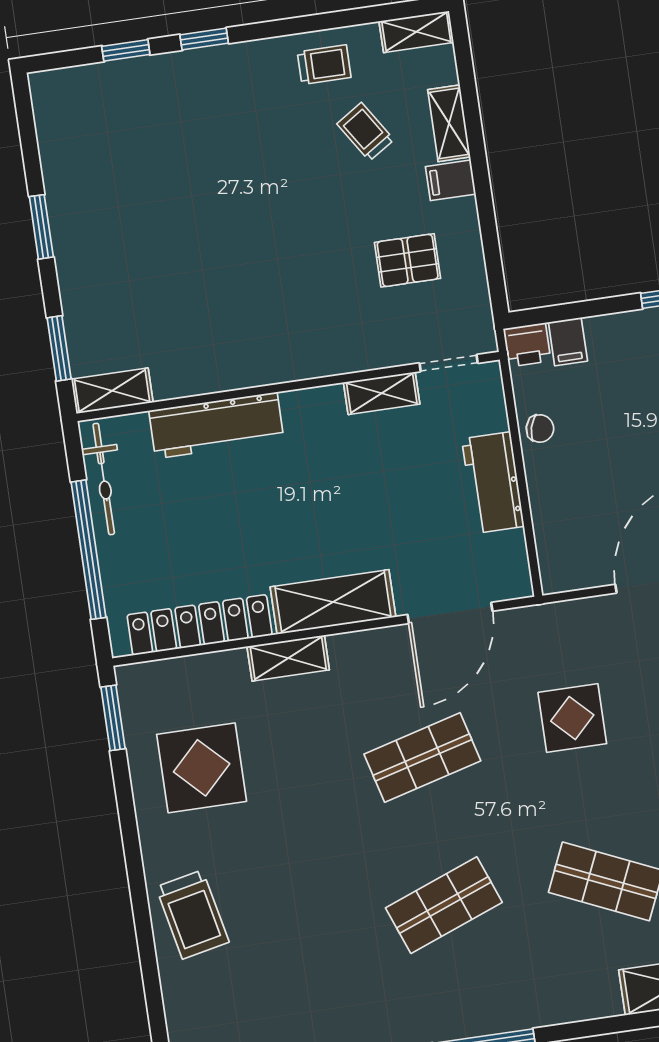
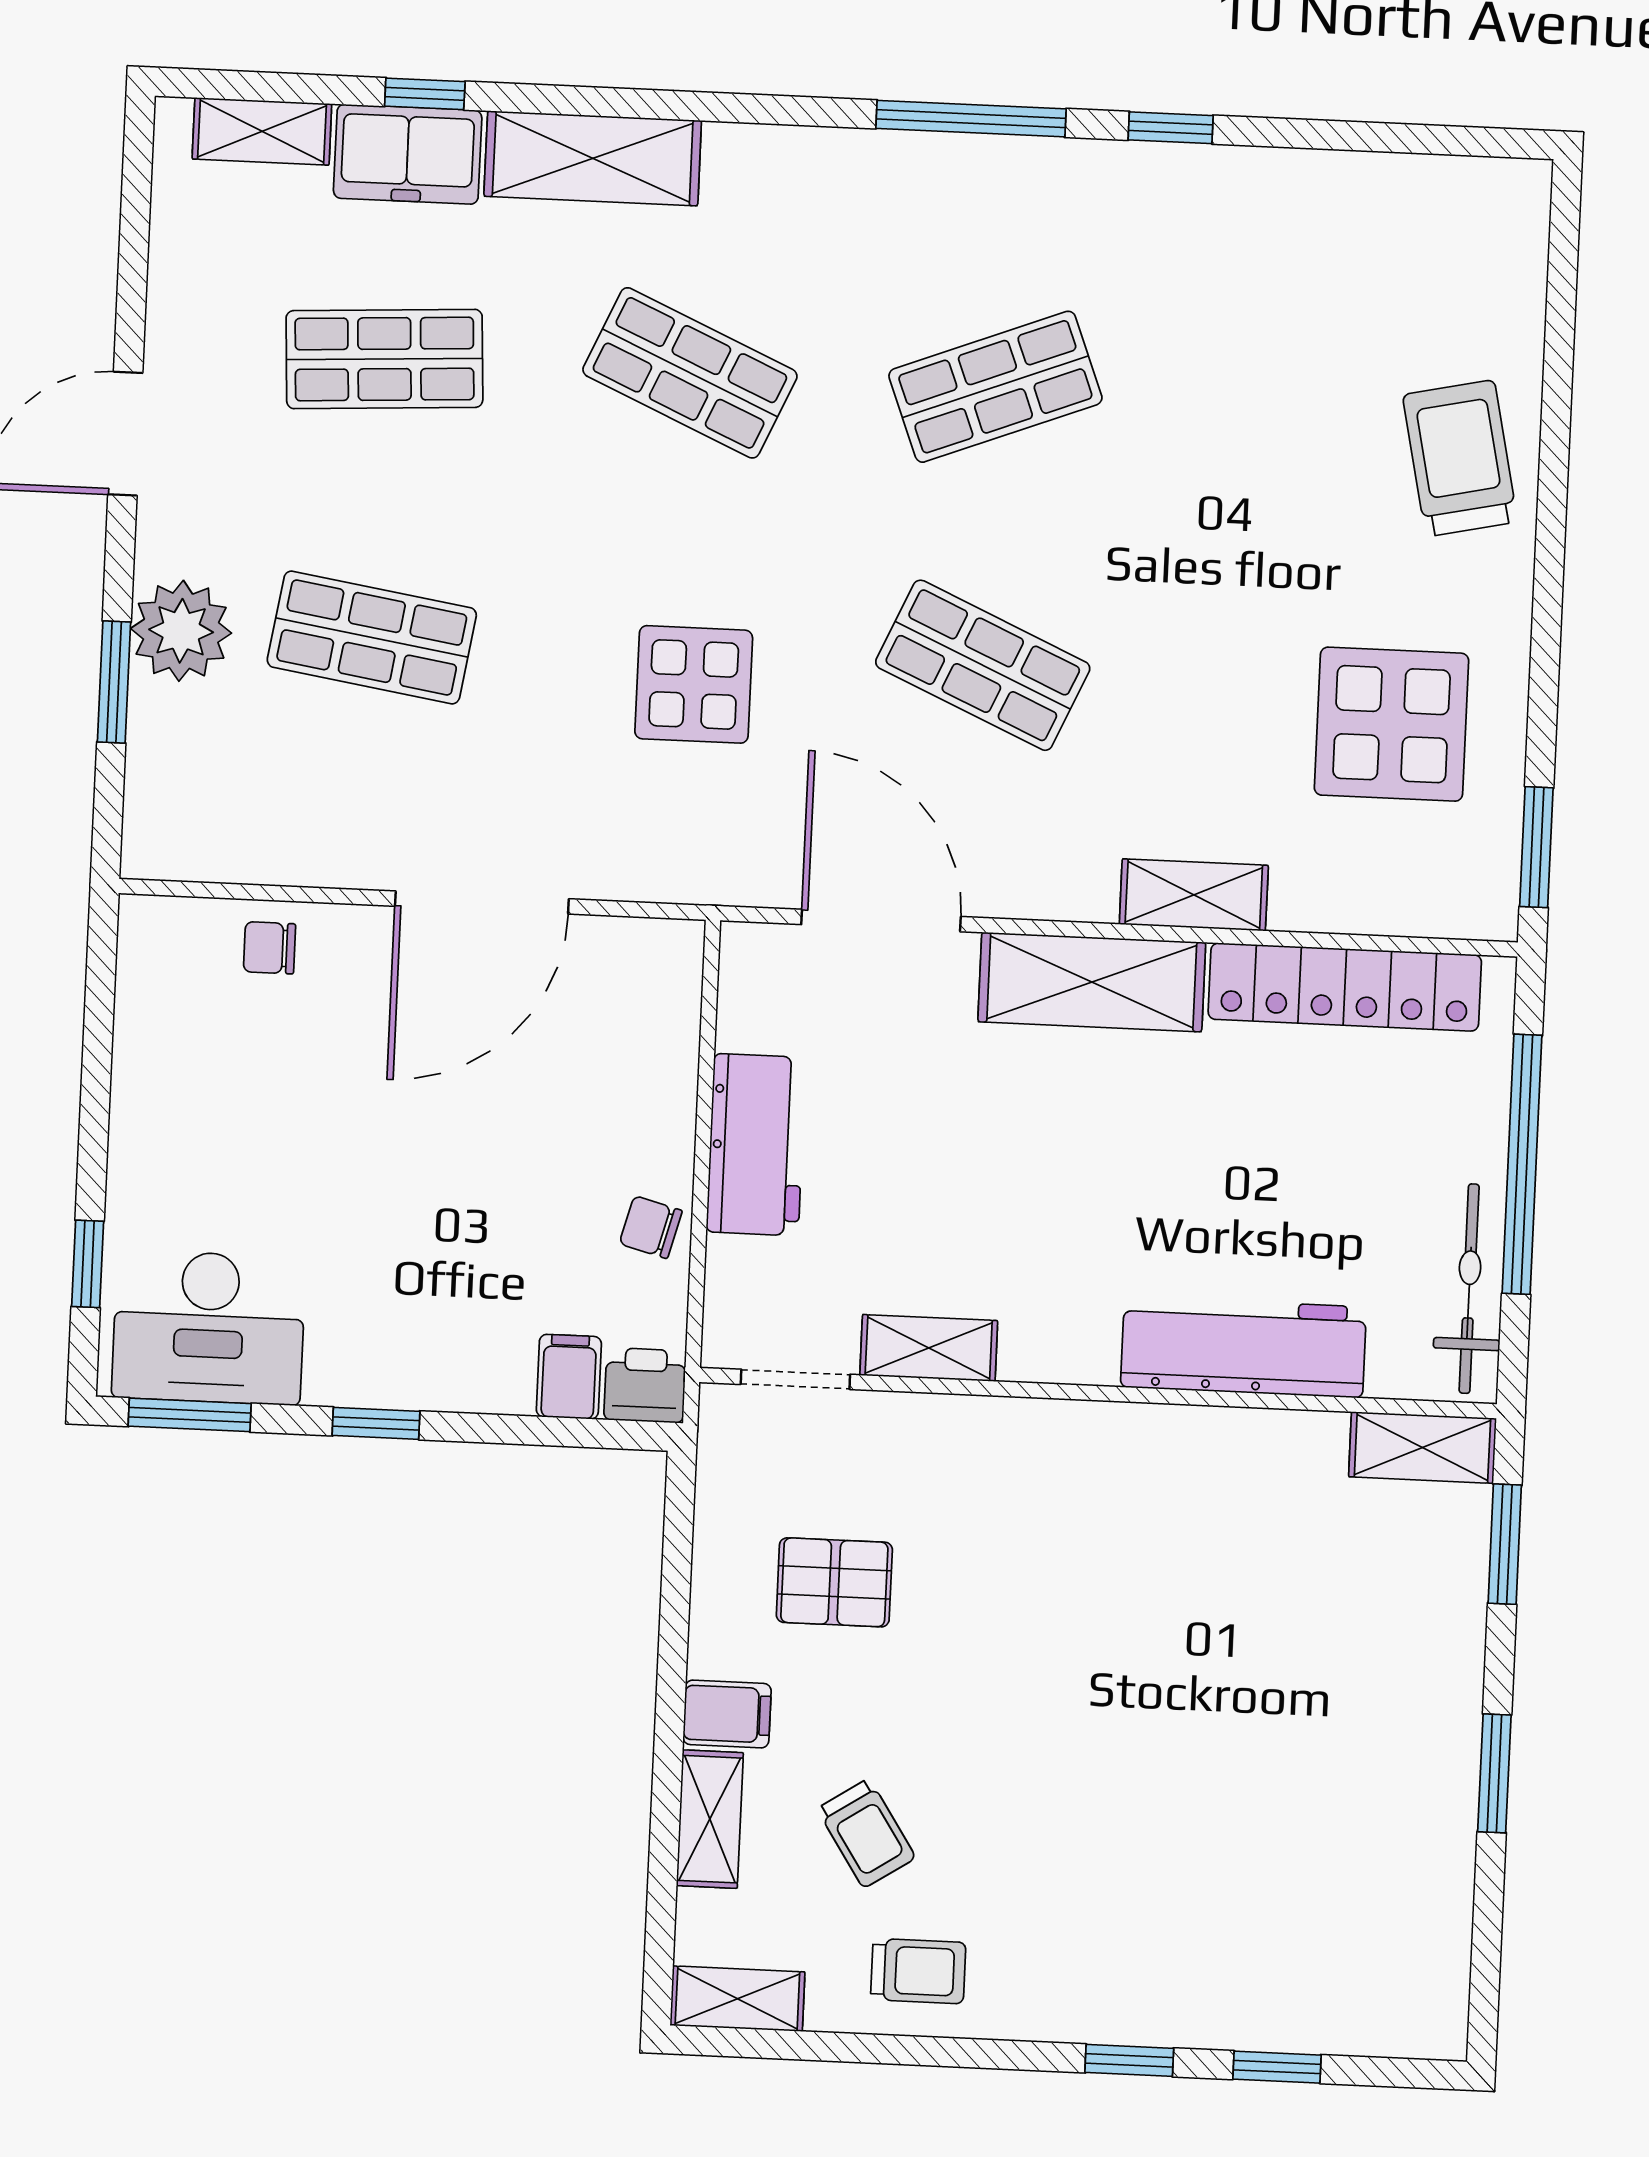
trolley: (324, 65) -> (918, 1971), turned 180
door: (450, 613) -> (881, 921), hinge flipped
shop shelf: (422, 757) -> (983, 665), turned 39

